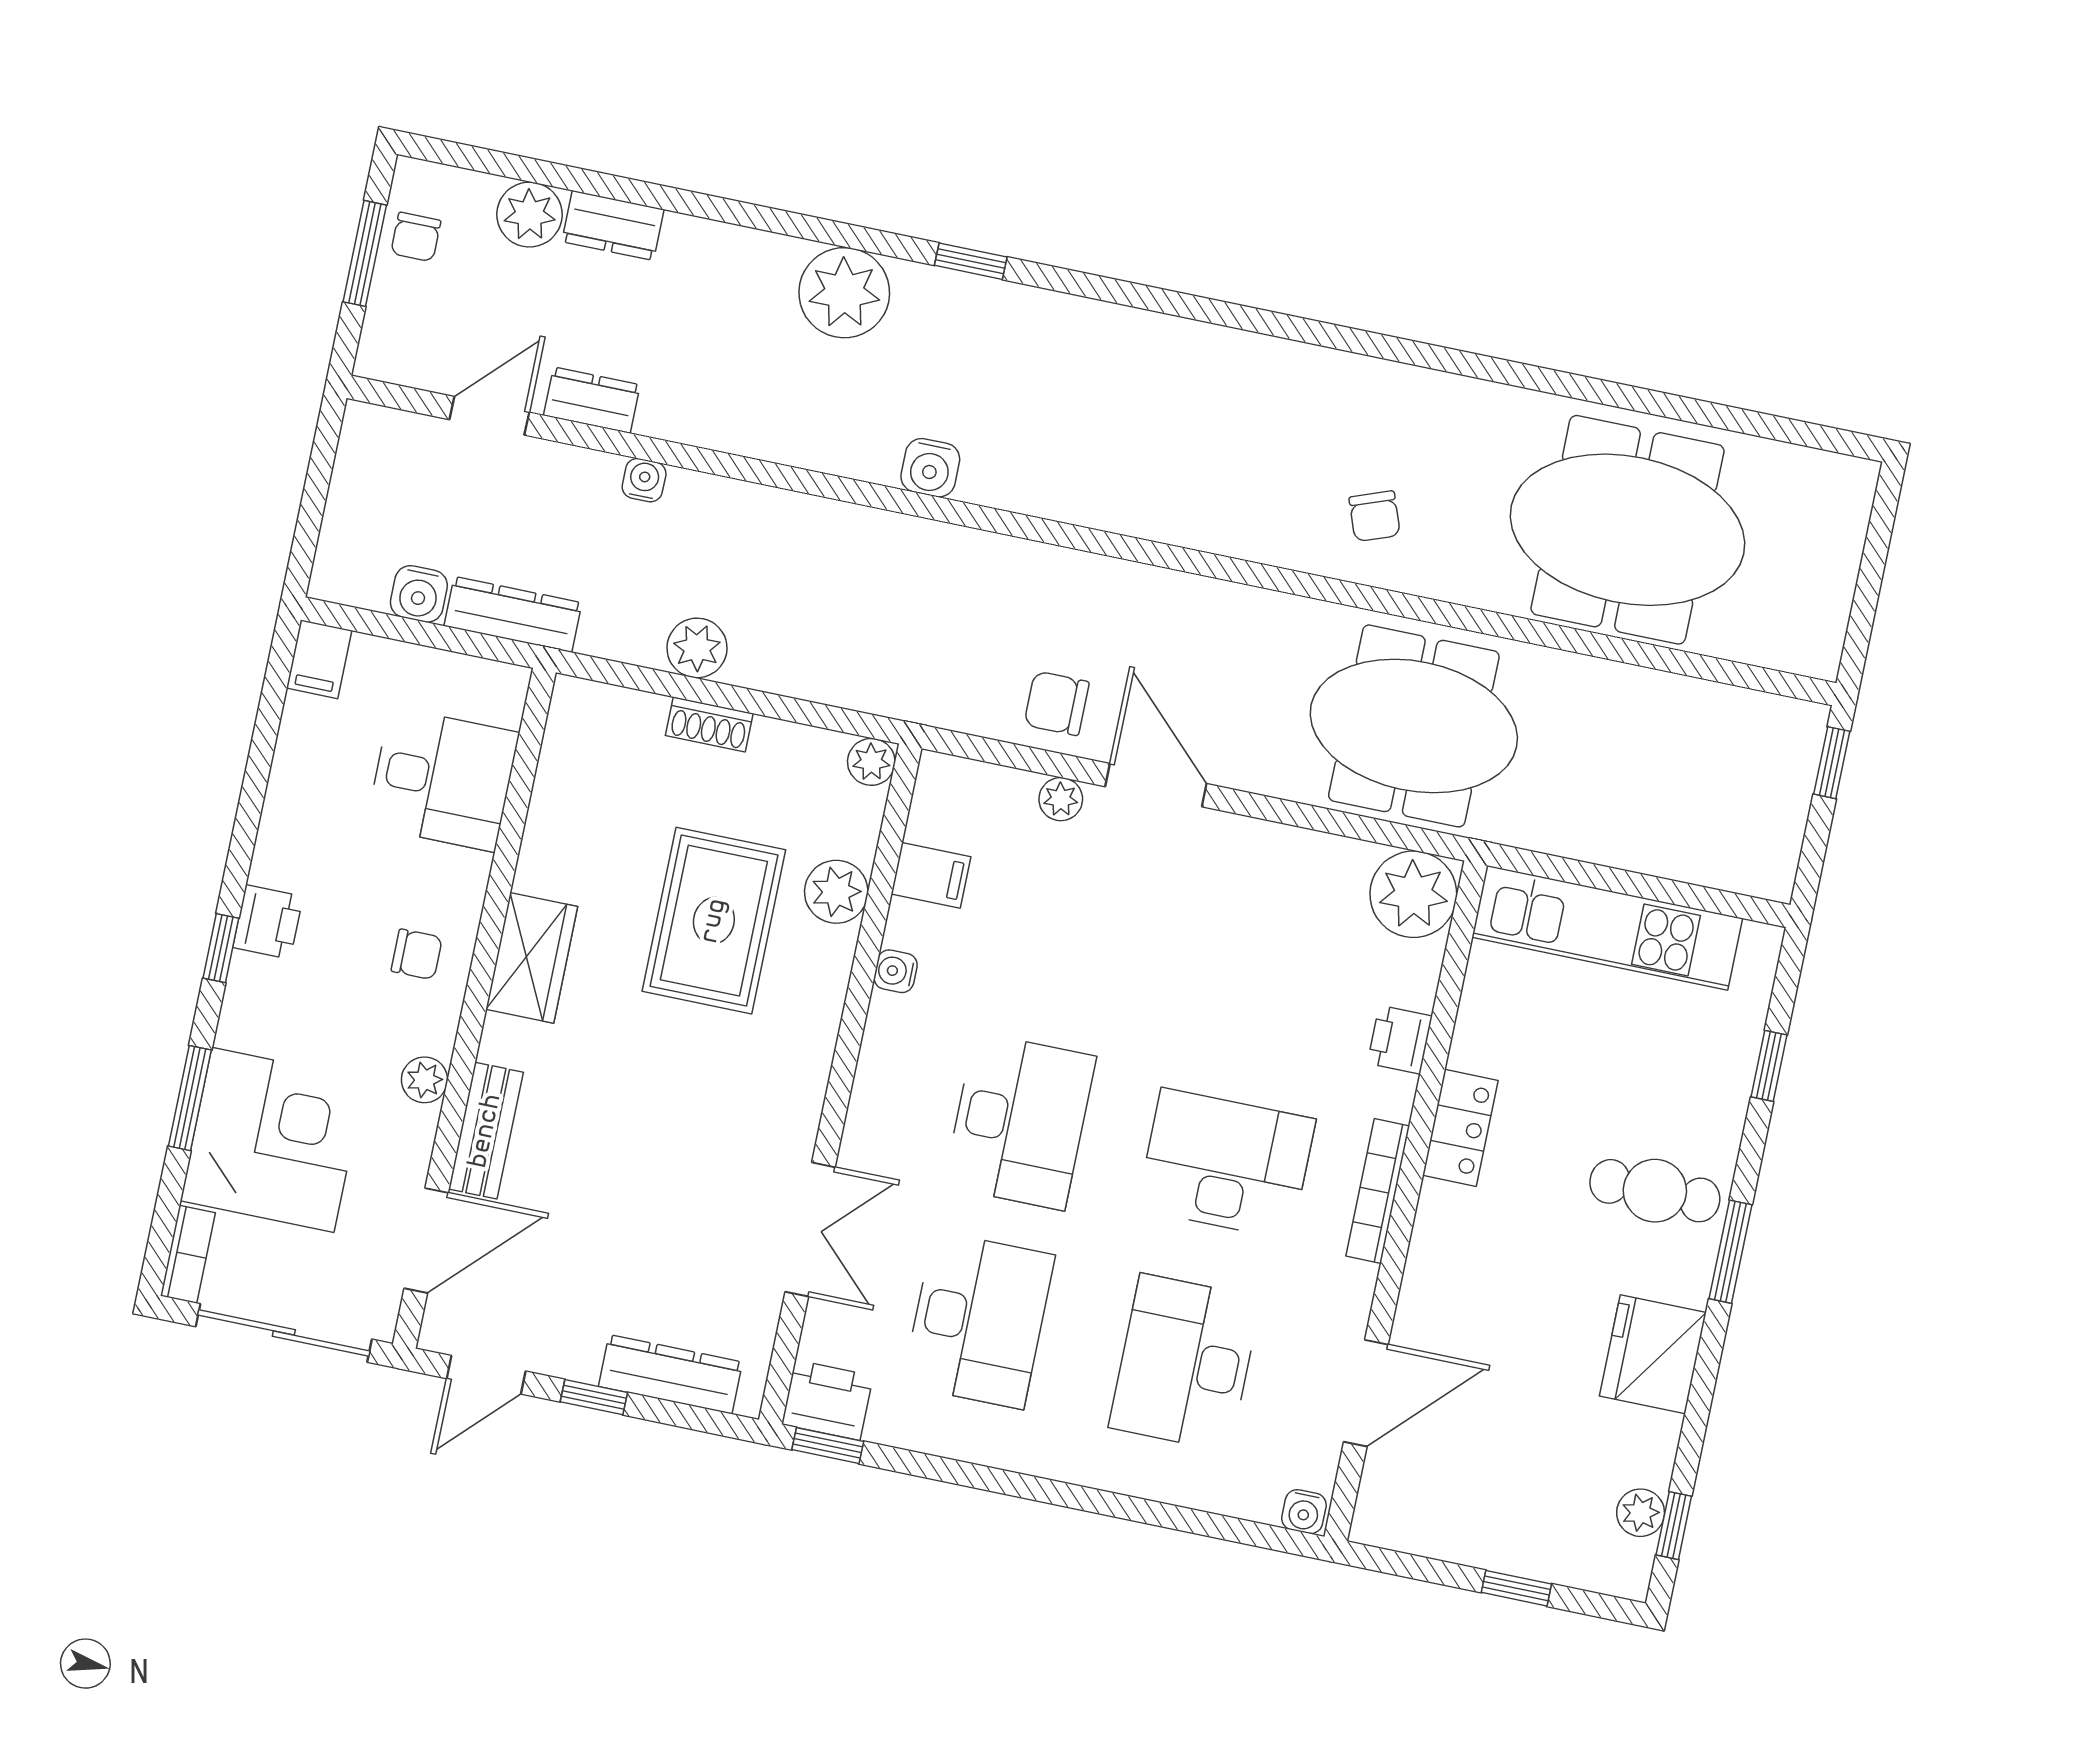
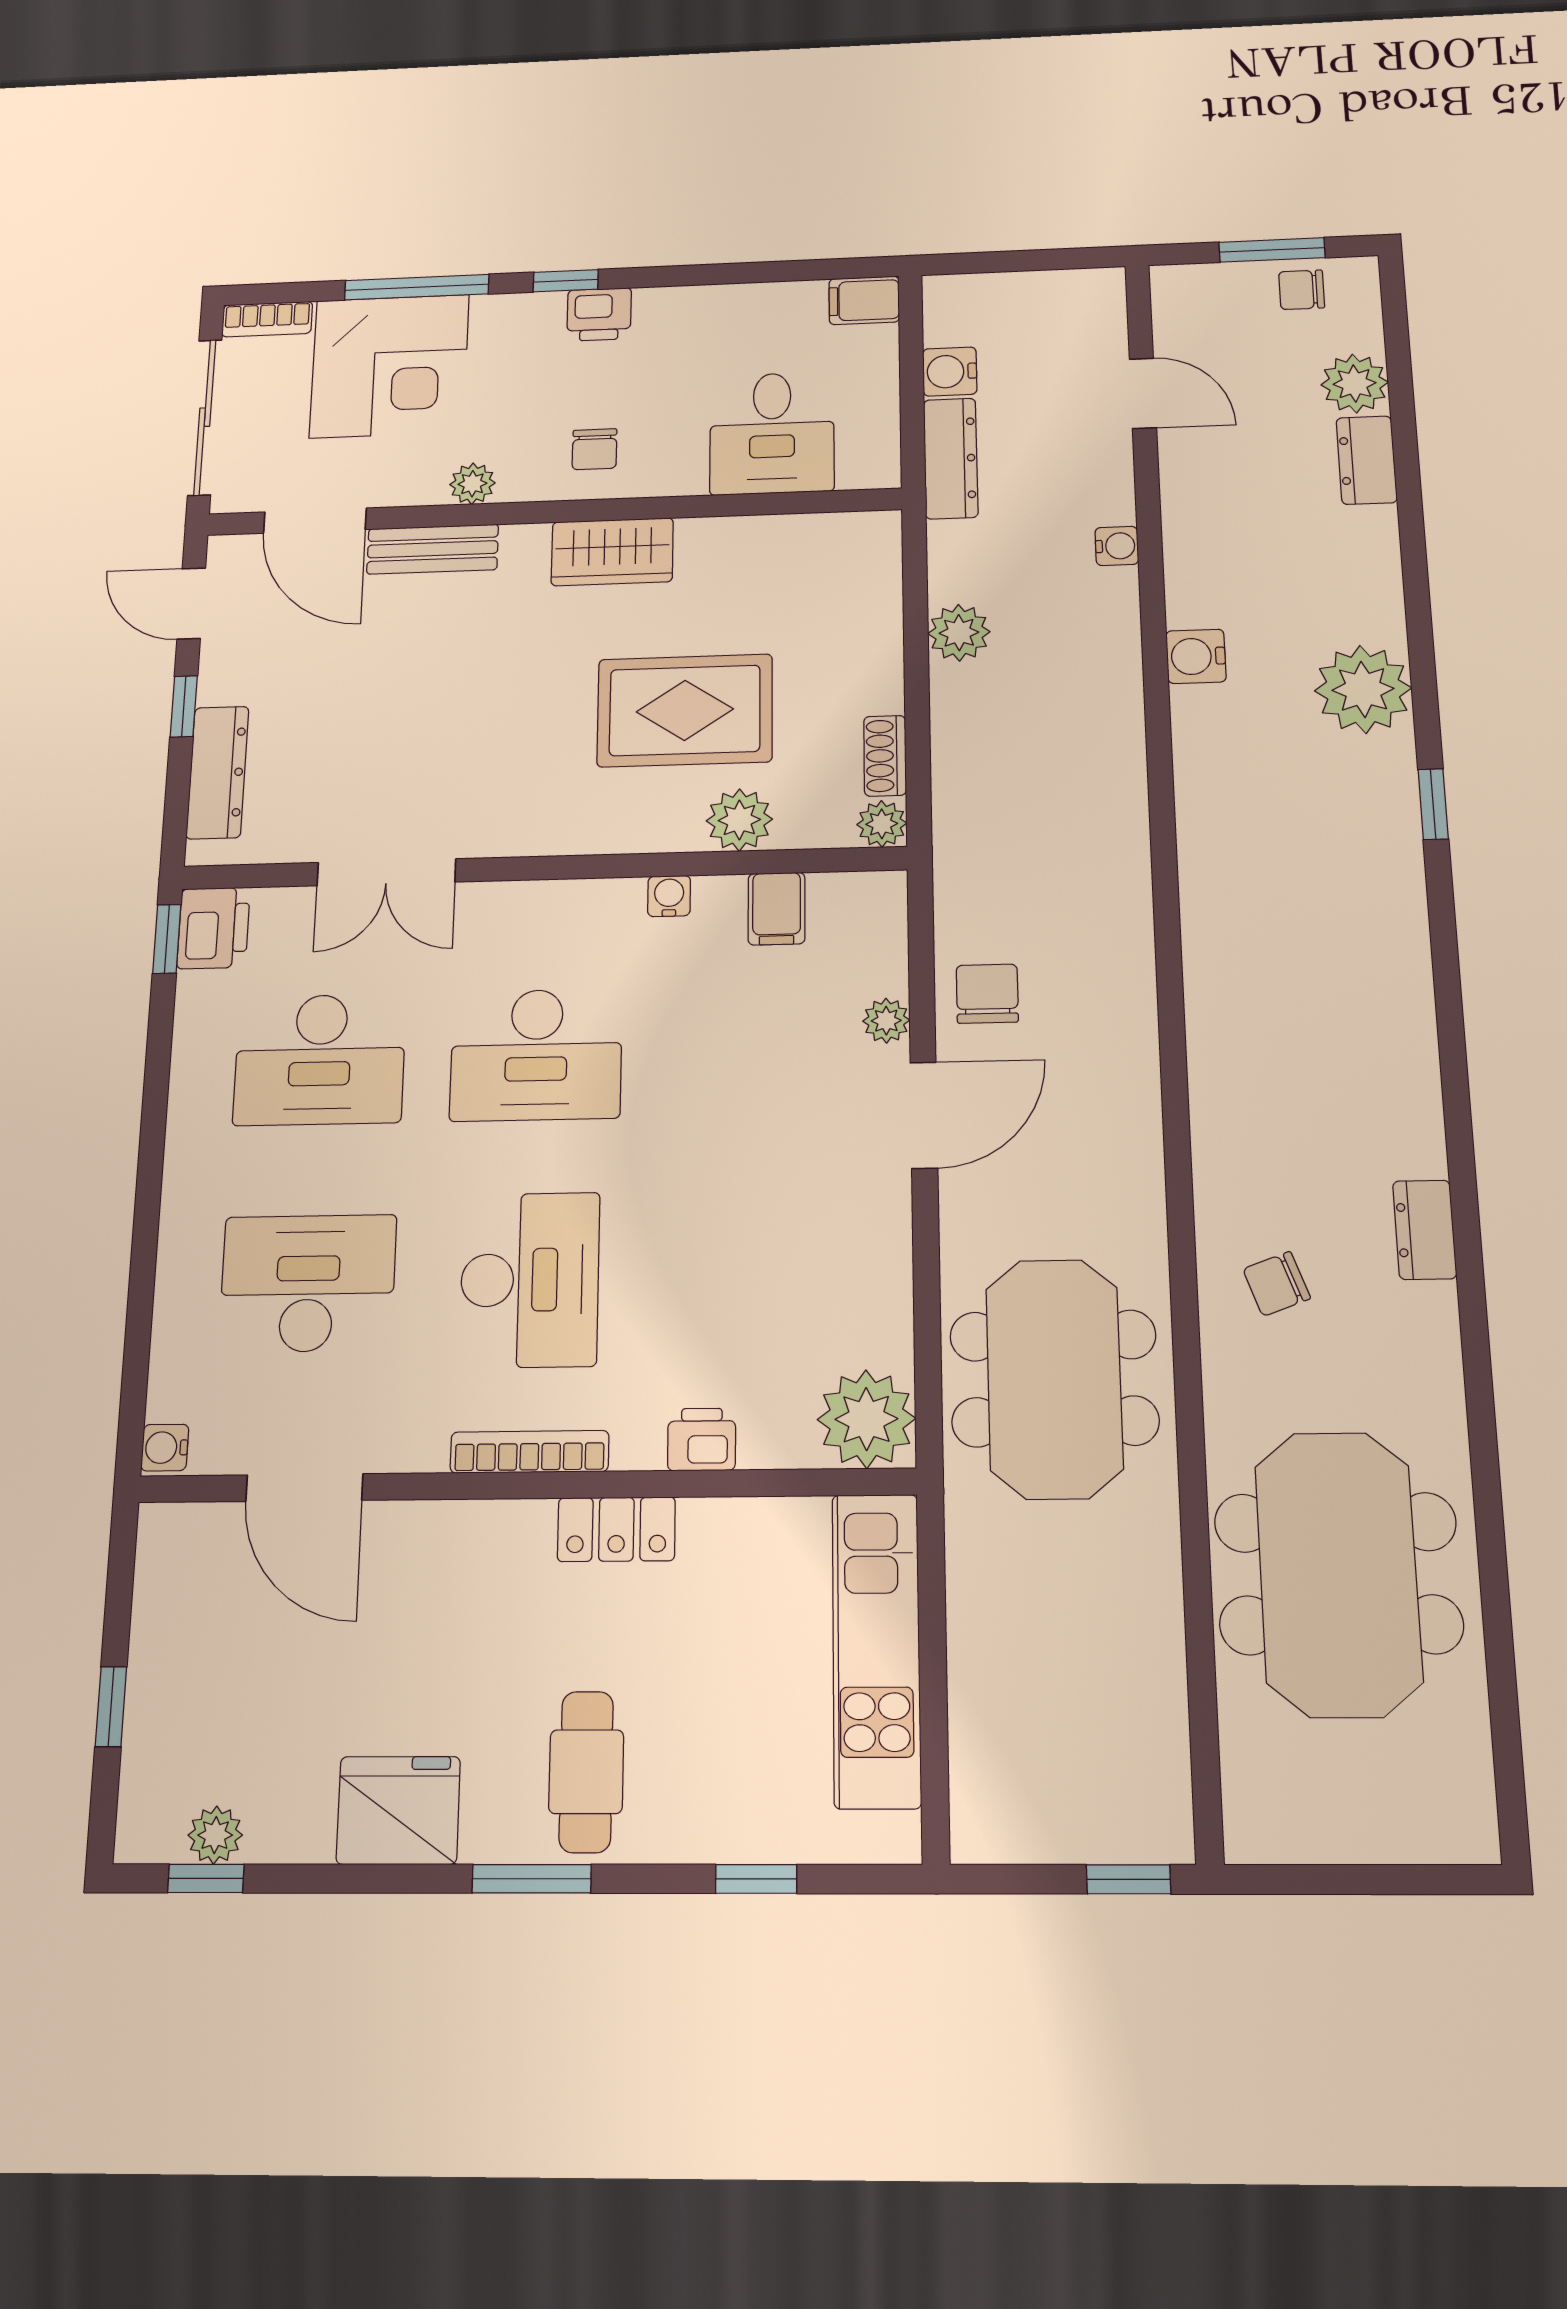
dresser: (592, 400) -> (1425, 1230), moved, turned 180
water cooler: (930, 468) -> (1196, 656), moved
shoe rack: (709, 724) -> (885, 756), moved
window: (190, 1098) -> (417, 287), width x1.44

